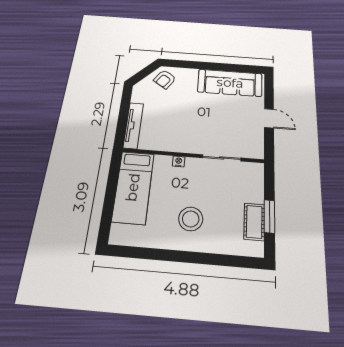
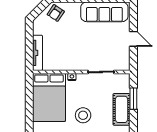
bed: (133, 187) -> (49, 97), width x1.50
window: (269, 216) -> (133, 99), moved
cot: (254, 222) -> (121, 109), width x1.37, depth x1.34

